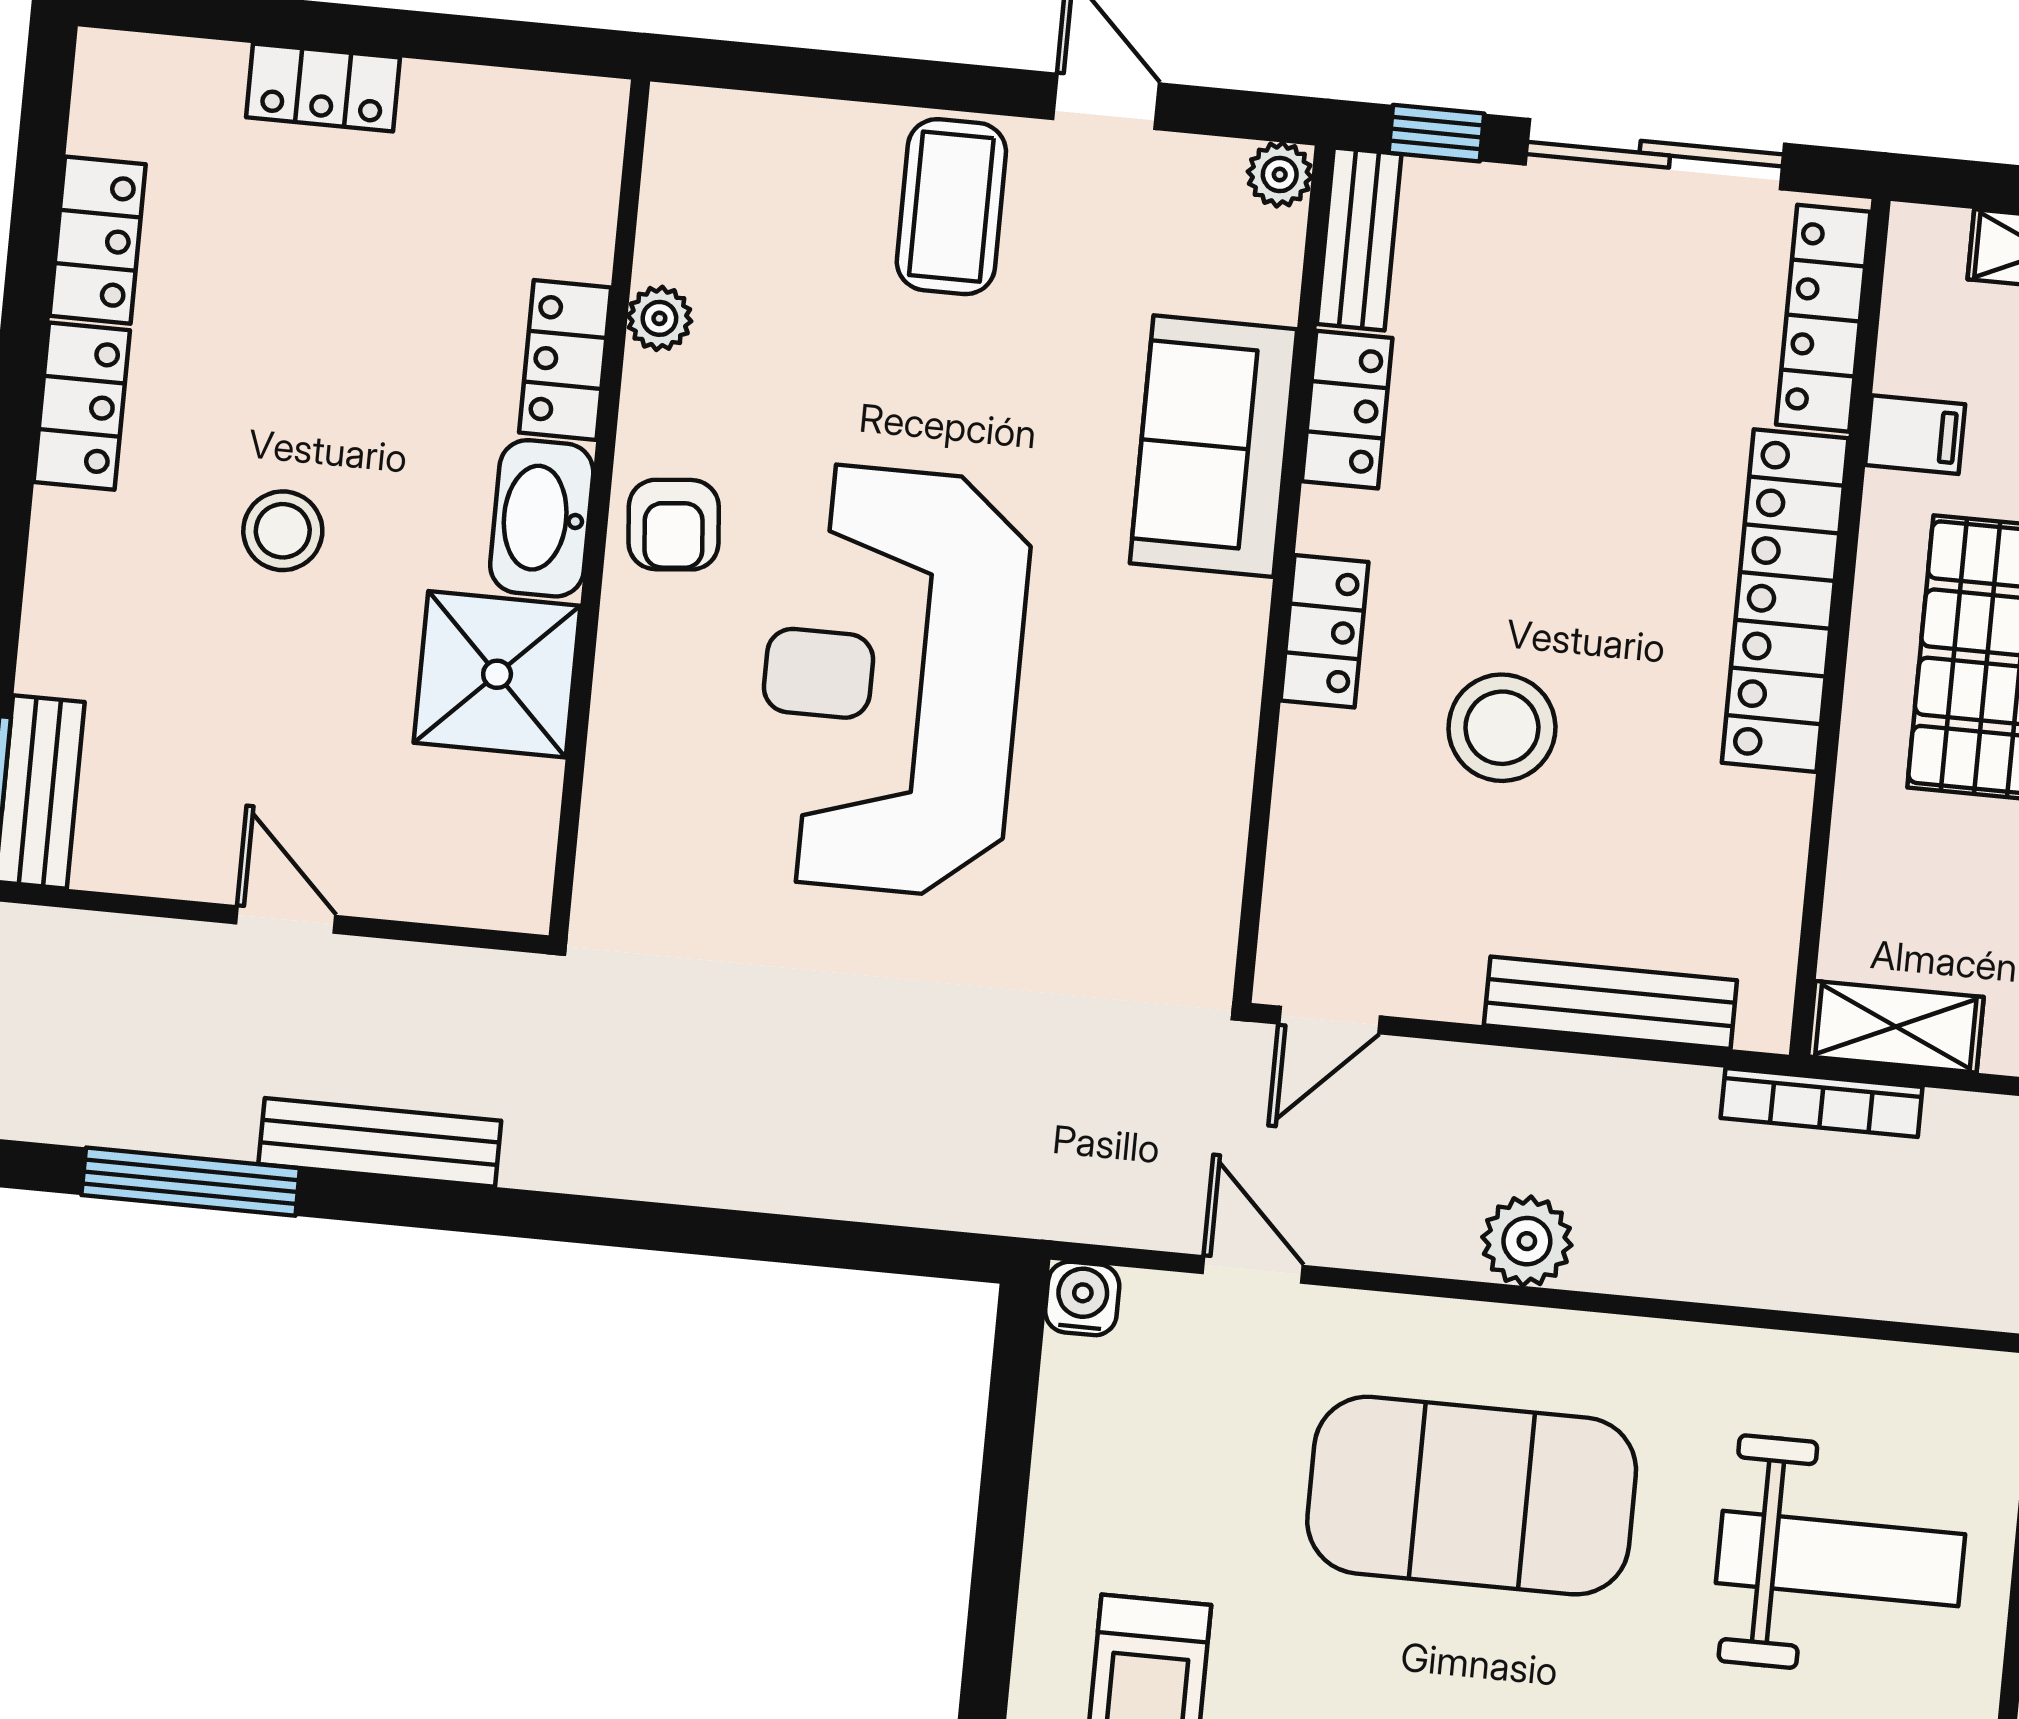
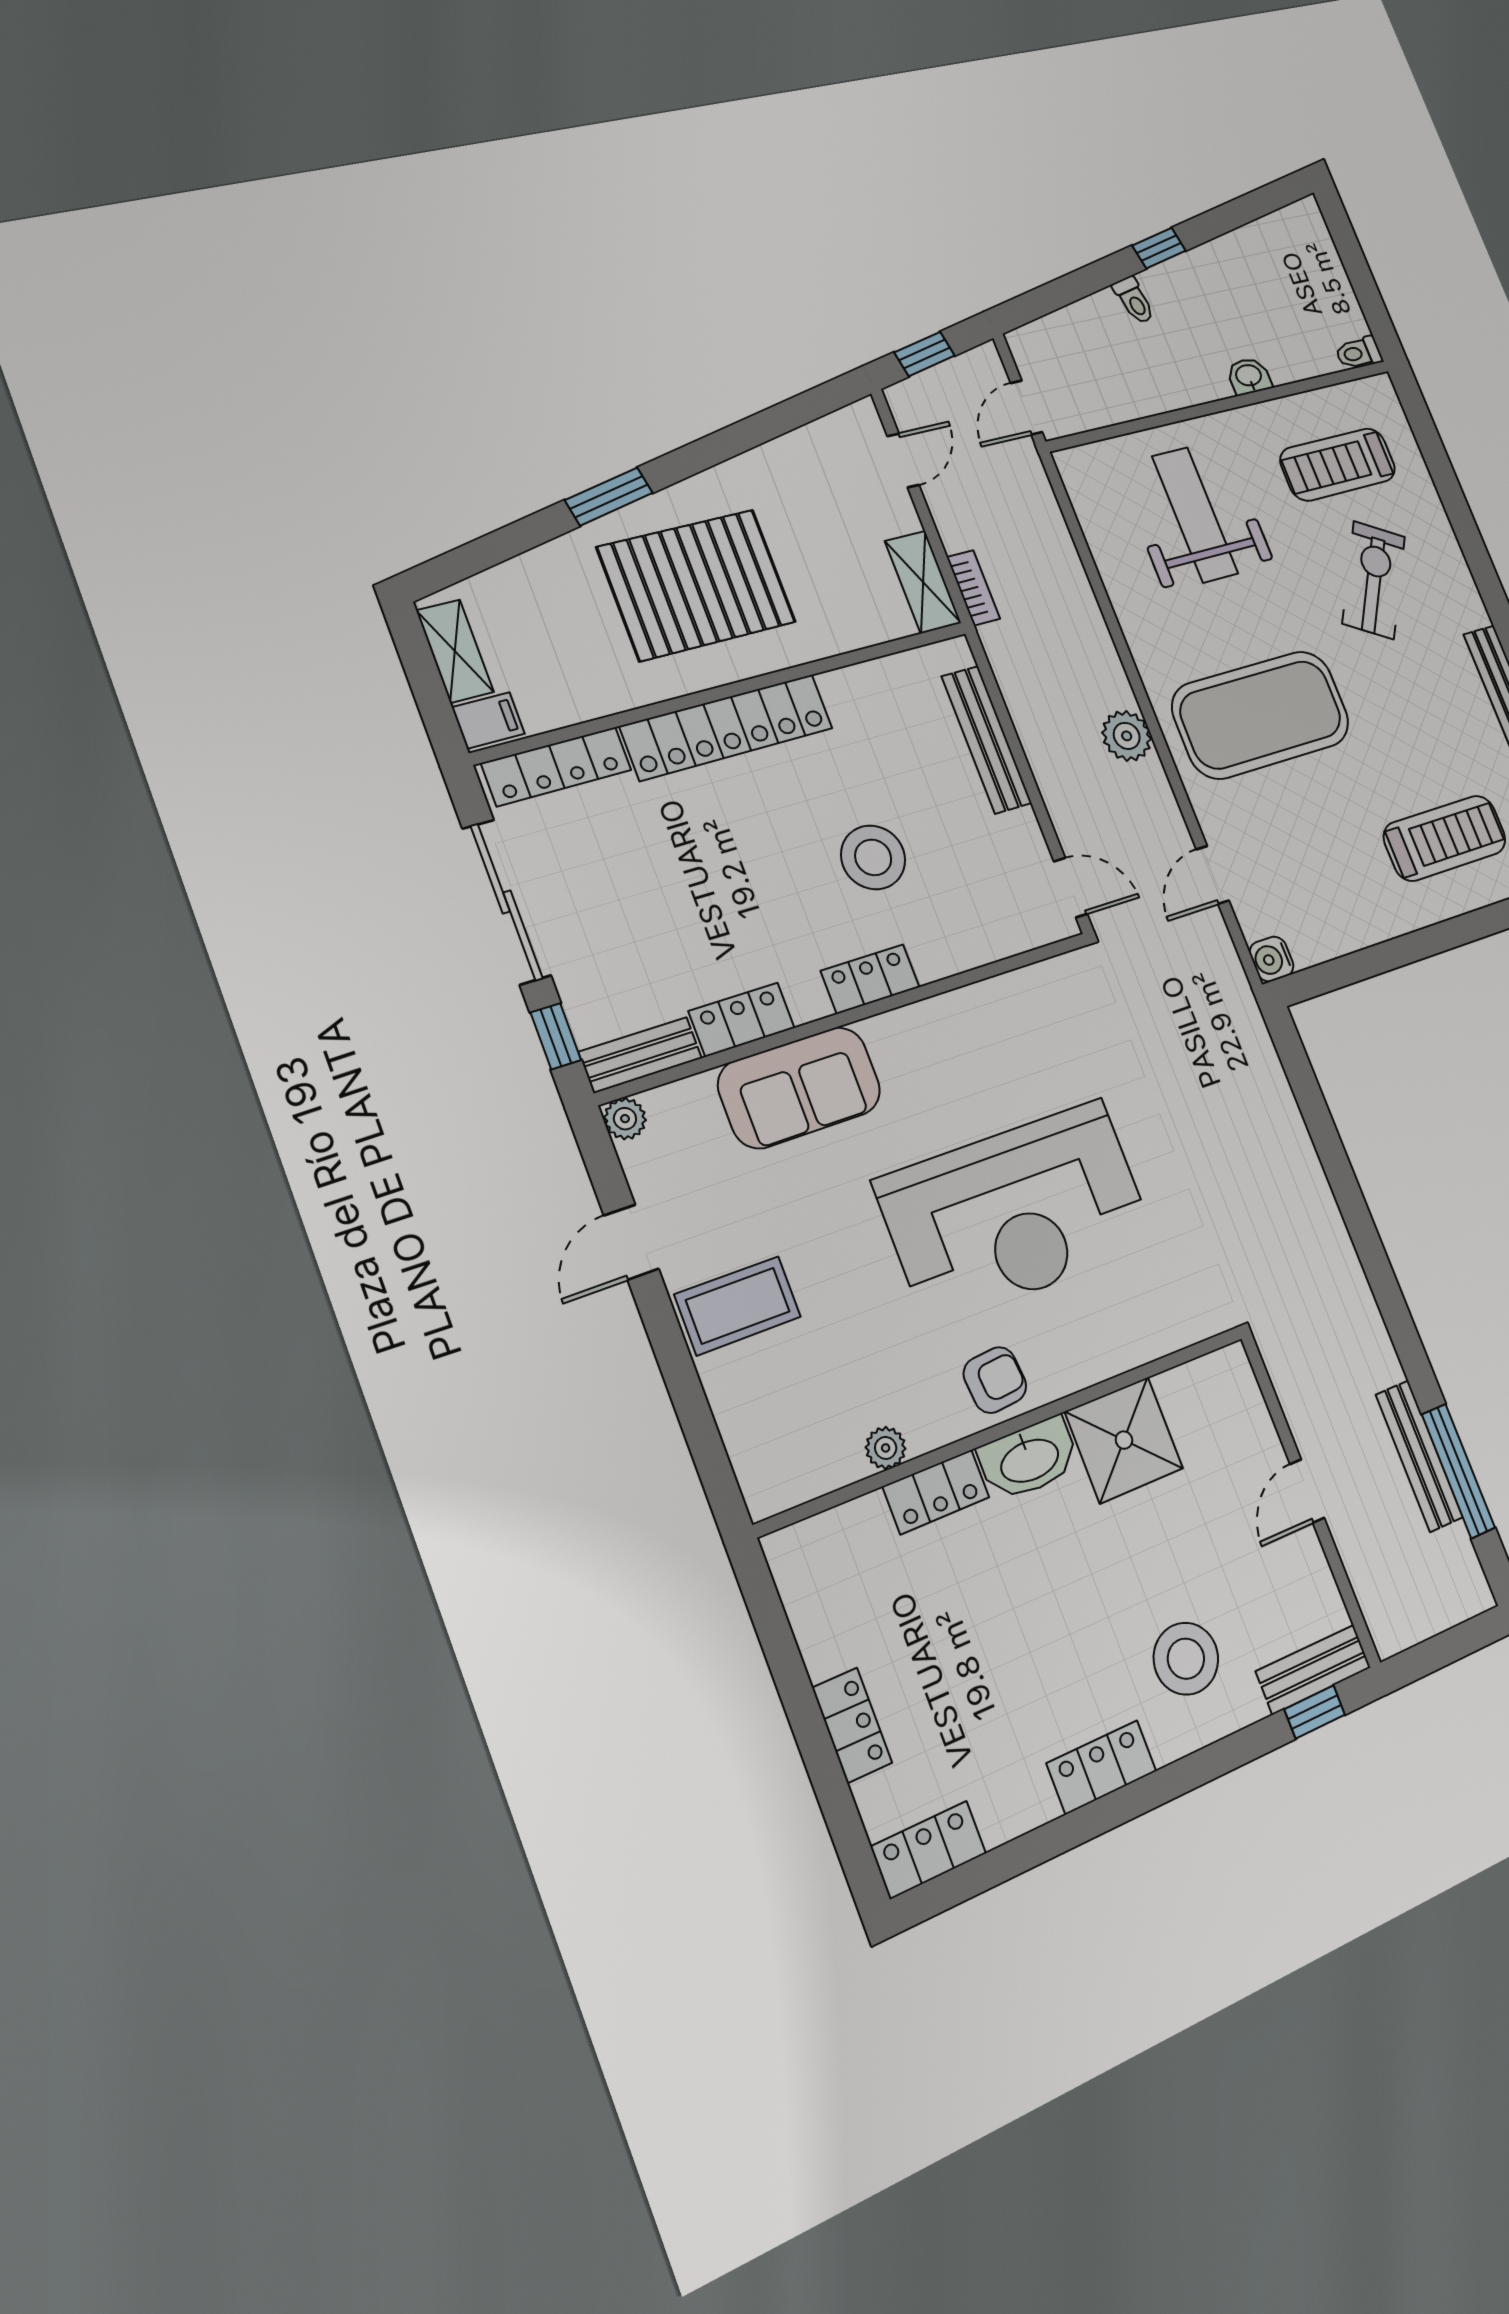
locker: (98, 240) -> (928, 1850), moved
filing cabinet: (1915, 435) -> (488, 720), moved, turned 90
stool: (283, 531) -> (1186, 1659), moved, width x1.38, depth x1.38
bookcase: (1822, 1103) -> (973, 588), width x0.64
bench: (380, 1142) -> (1419, 1456), moved
exercise mat: (1472, 1496) -> (1261, 715), turned 90

